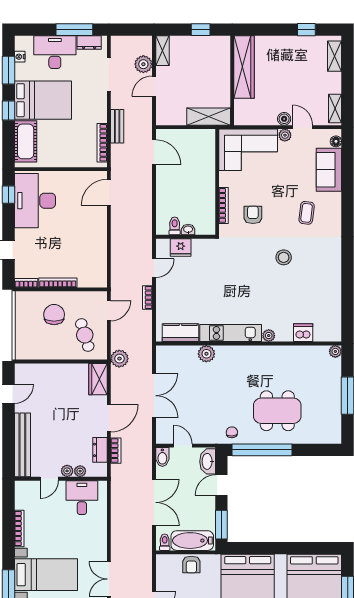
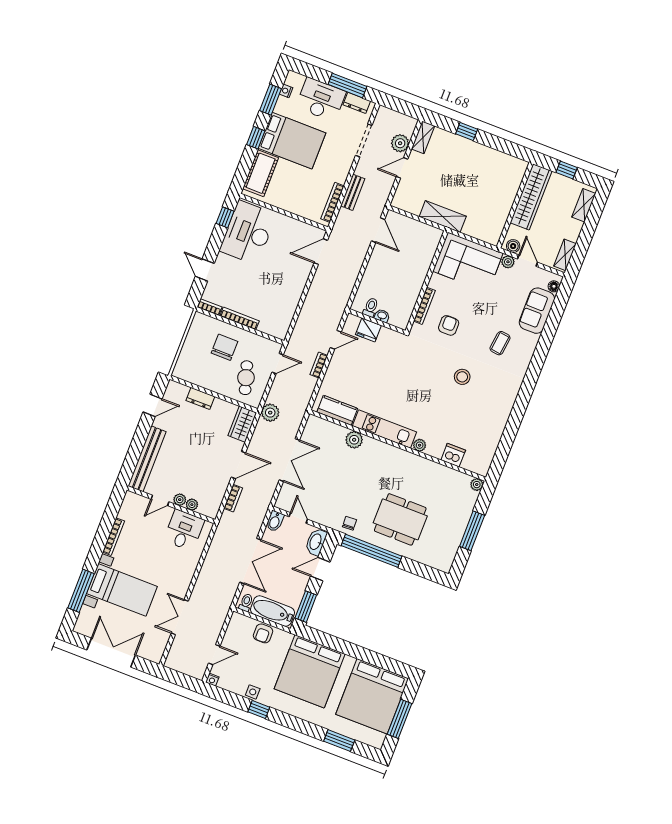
wardrobe: (244, 67) -> (531, 197), moved
wall: (232, 80) -> (515, 205), moved
dresser: (100, 450) -> (200, 398), moved, turned -90

